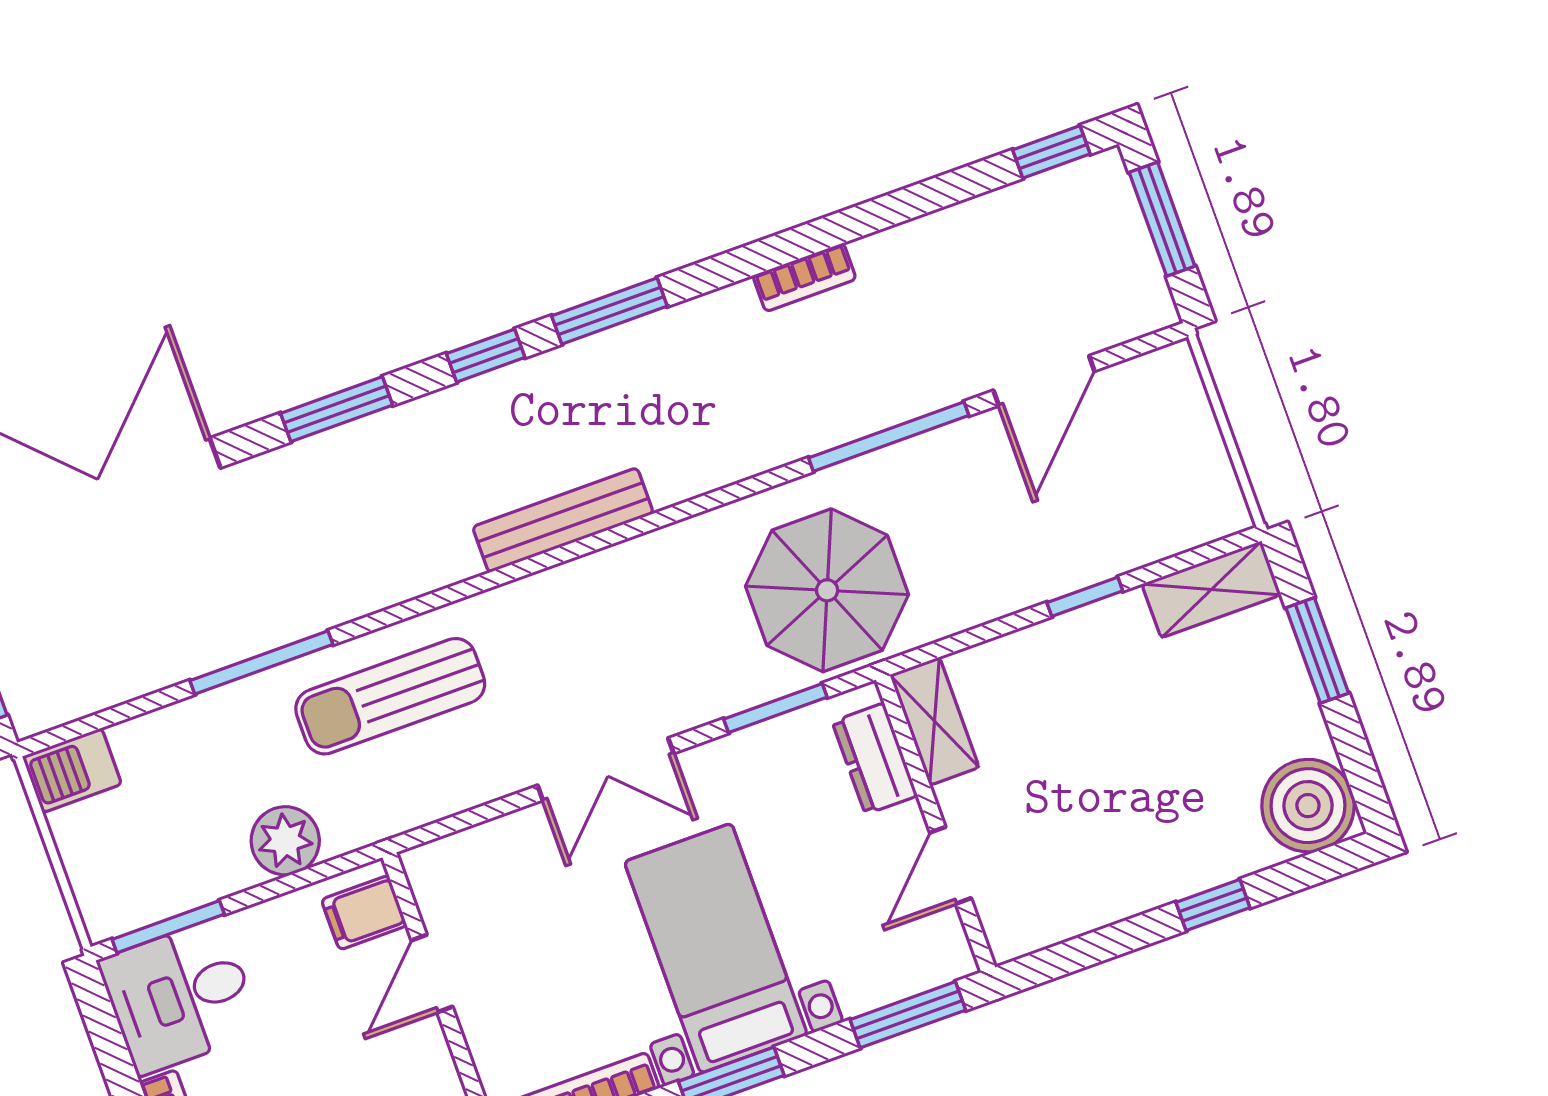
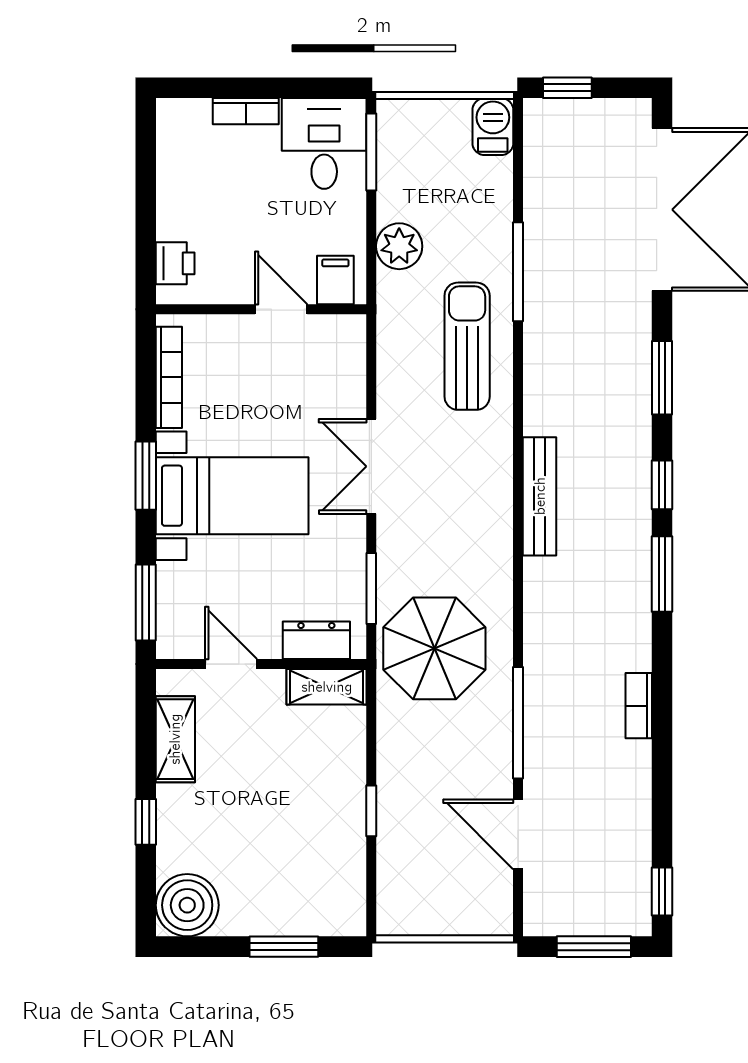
shelving: (1211, 589) -> (175, 739), moved

